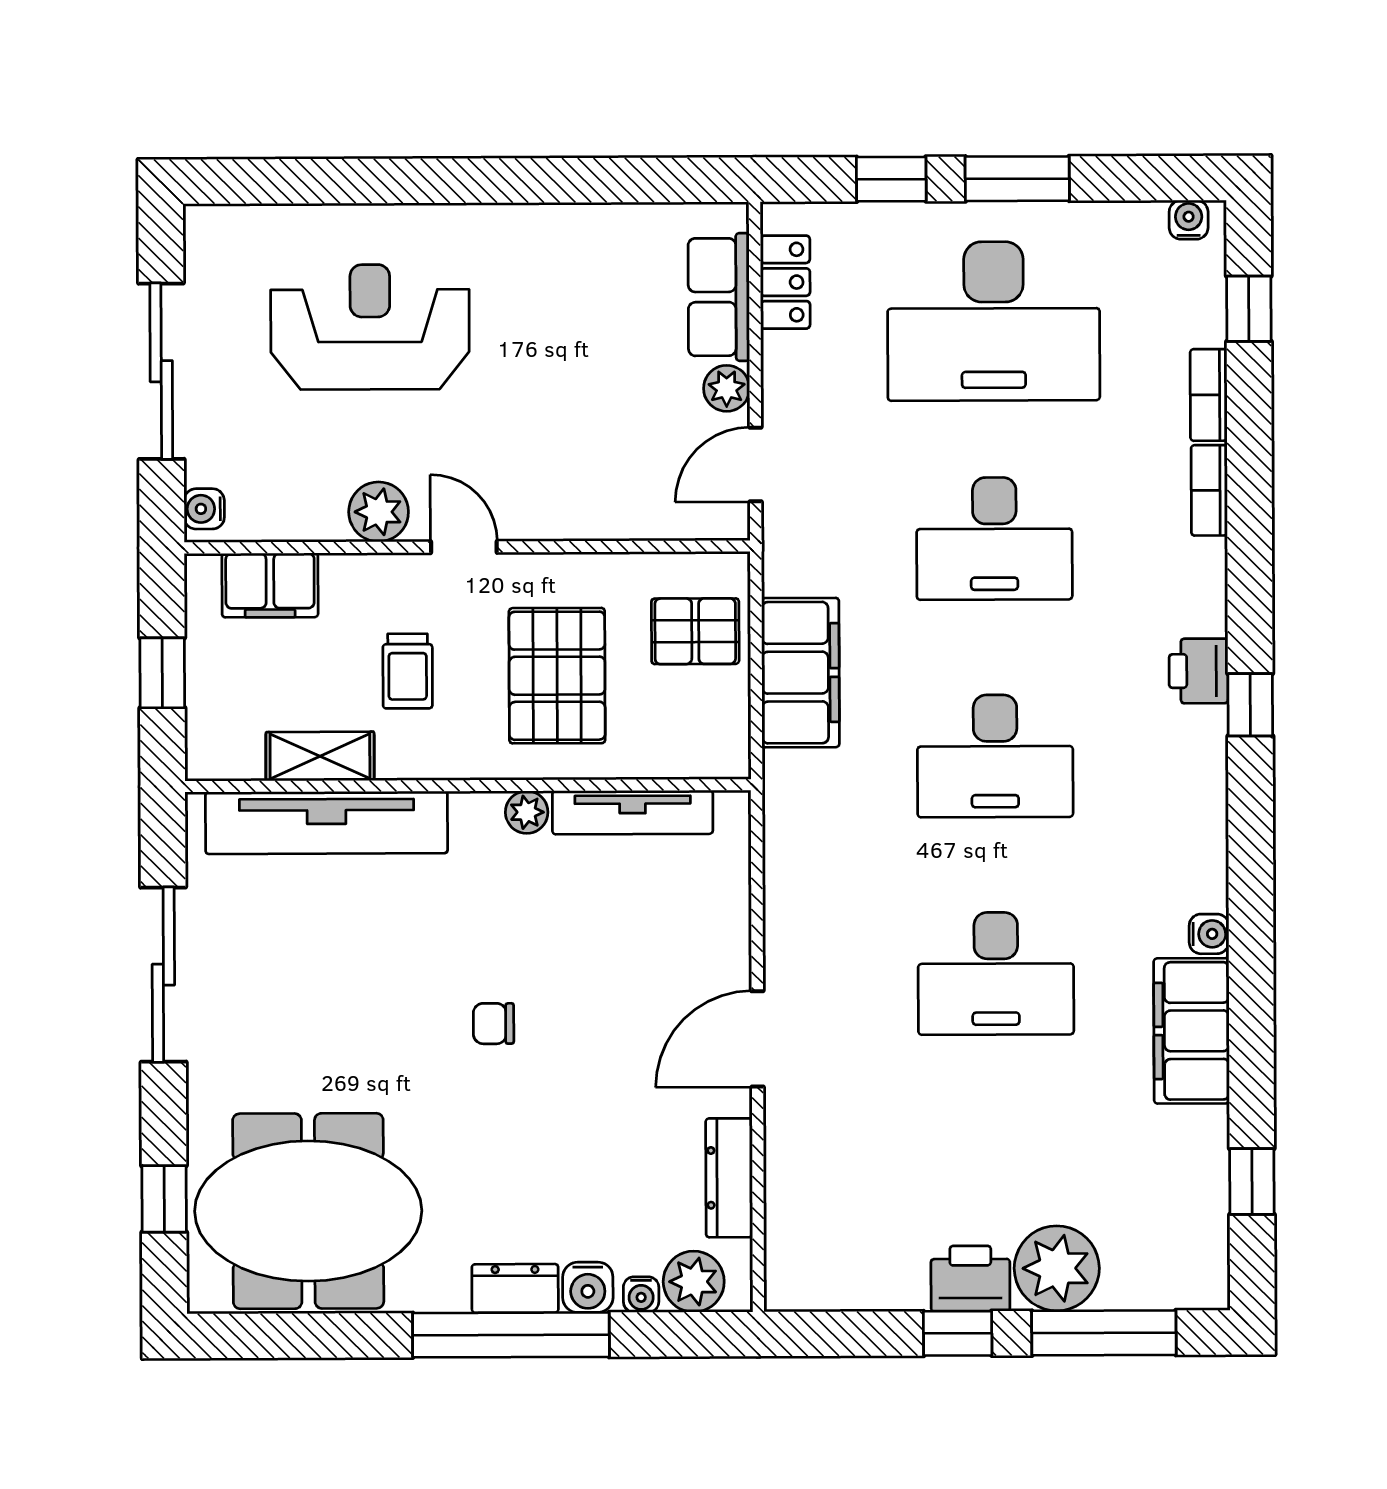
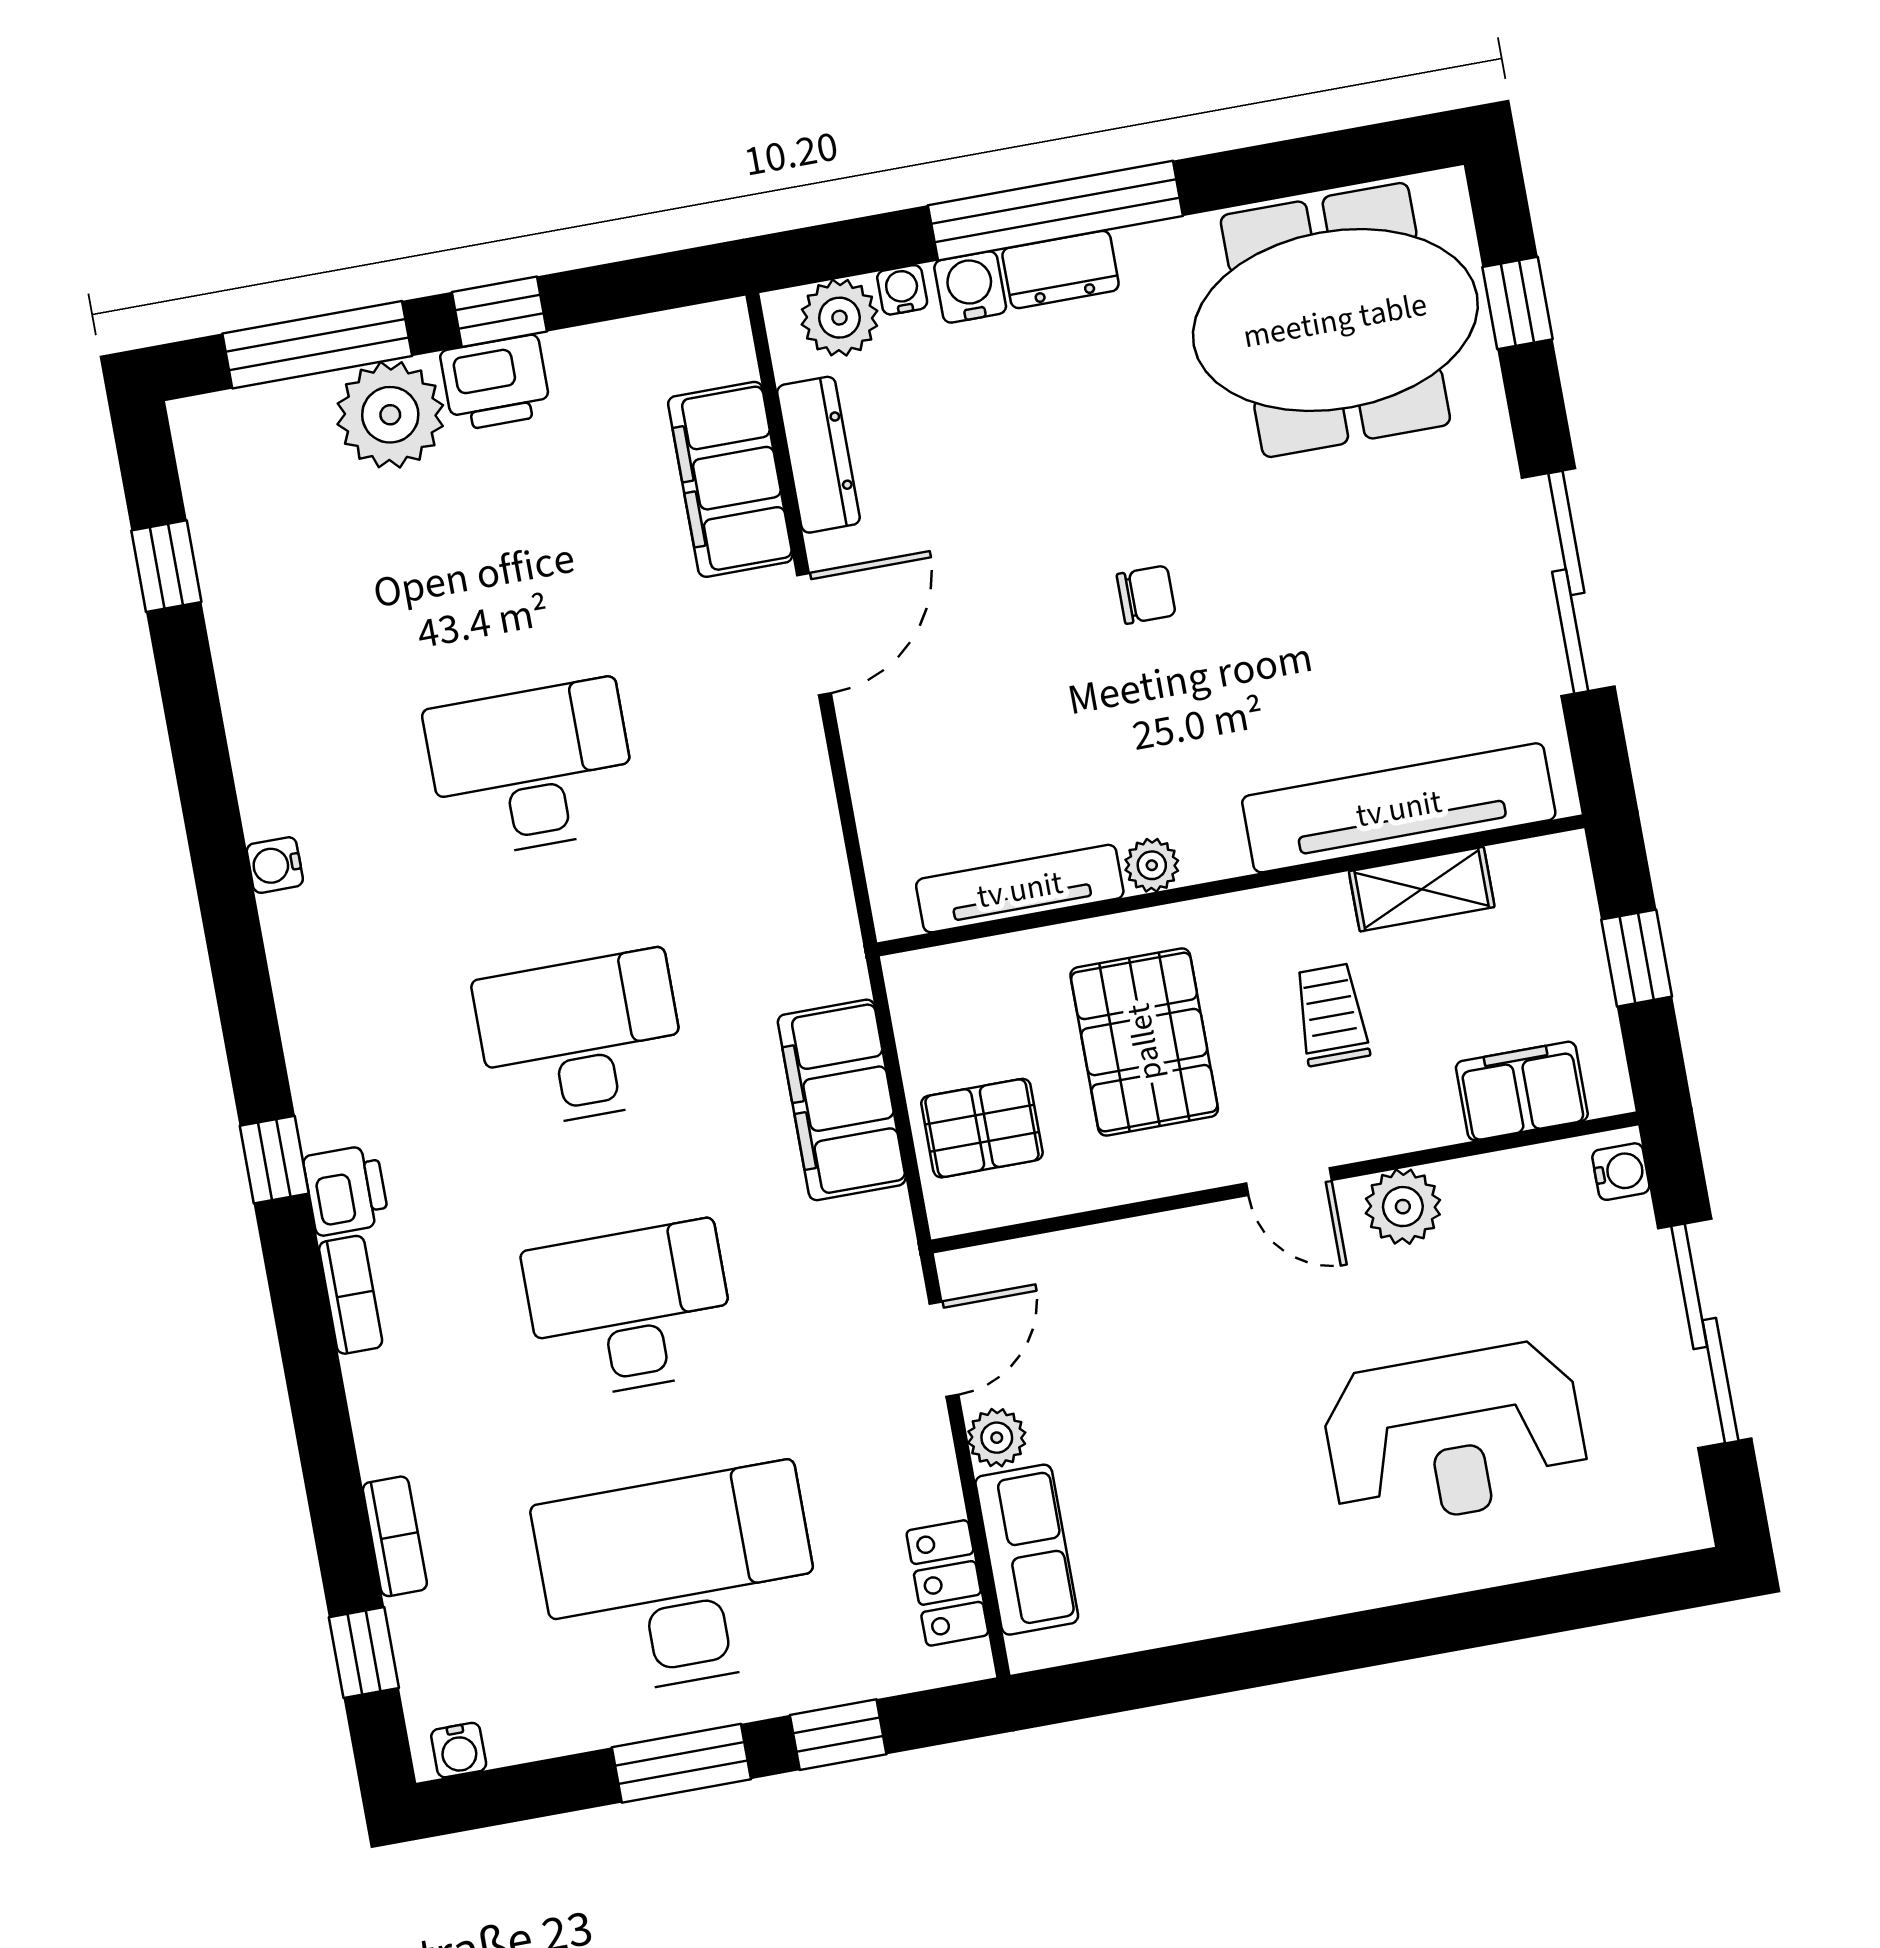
bookcase: (1209, 490) -> (351, 1295), moved
filing cabinet: (1192, 1031) -> (730, 479), moved, turned 180

